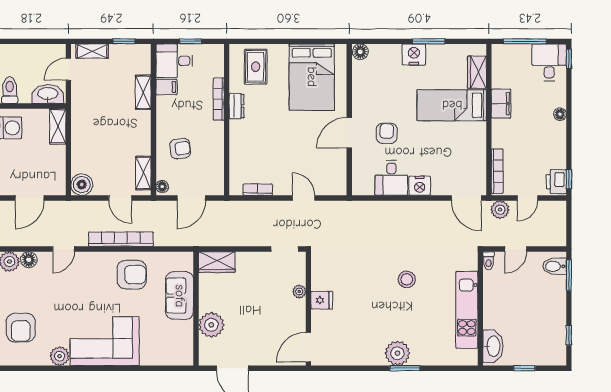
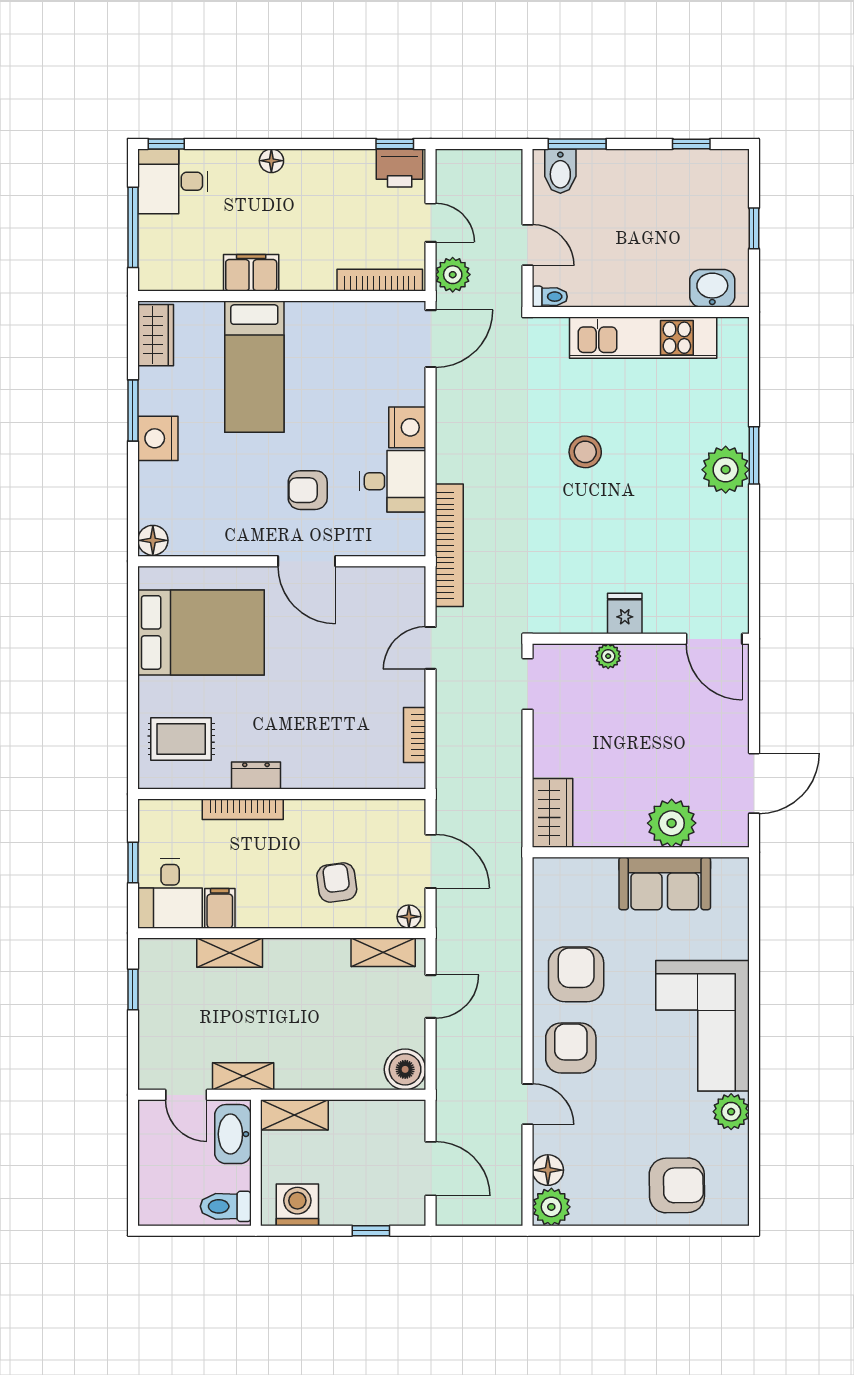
shelving: (92, 51) -> (243, 1076), moved, turned 90
wardrobe: (477, 72) -> (156, 335), moved, turned -90
bookcase: (121, 239) -> (449, 545), moved, turned 180
armchair: (93, 272) -> (571, 1048), added
sofa: (180, 296) -> (665, 883), moved
washbasin: (493, 346) -> (712, 288), width x0.72

